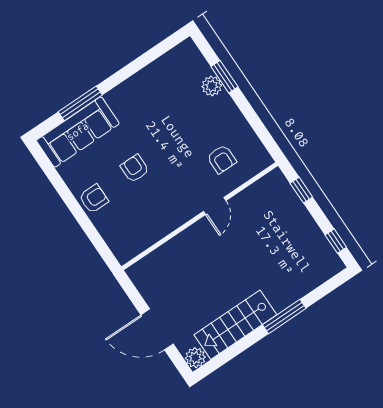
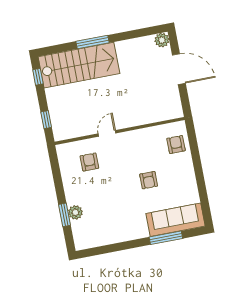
armchair: (94, 199) -> (176, 144), moved, turned 90
stairs: (235, 325) -> (79, 65), moved, width x1.36, depth x1.51

